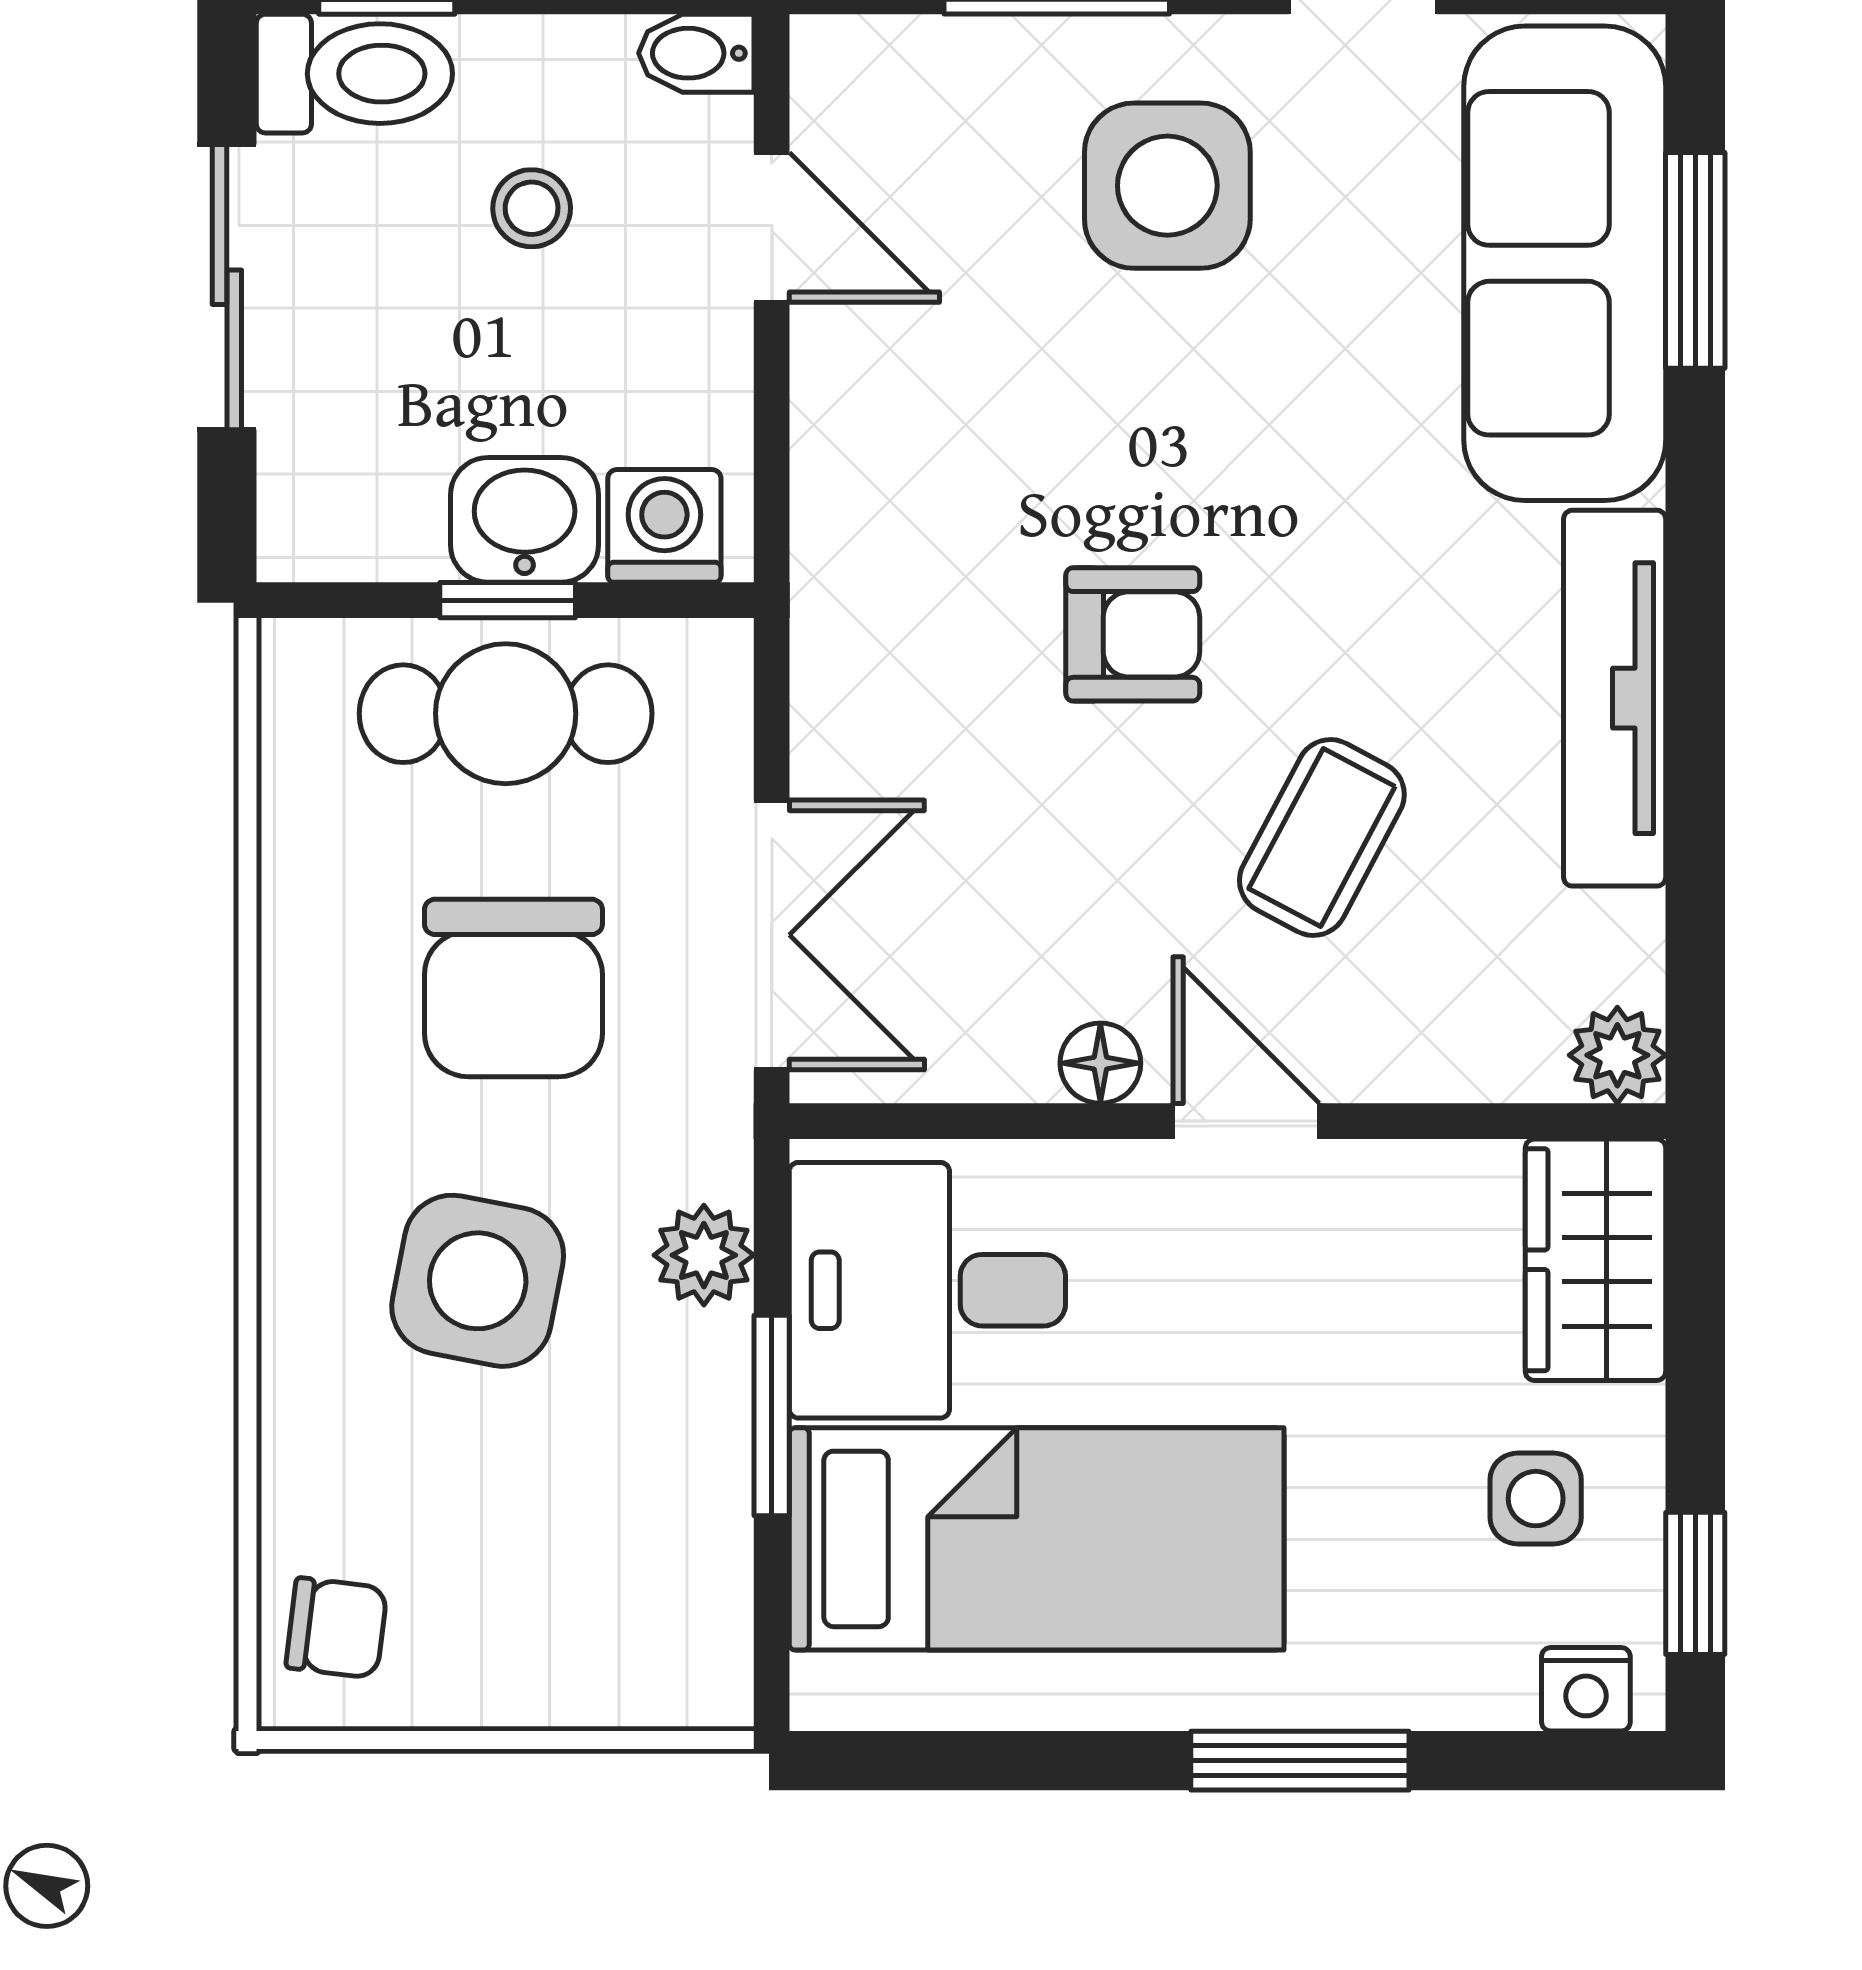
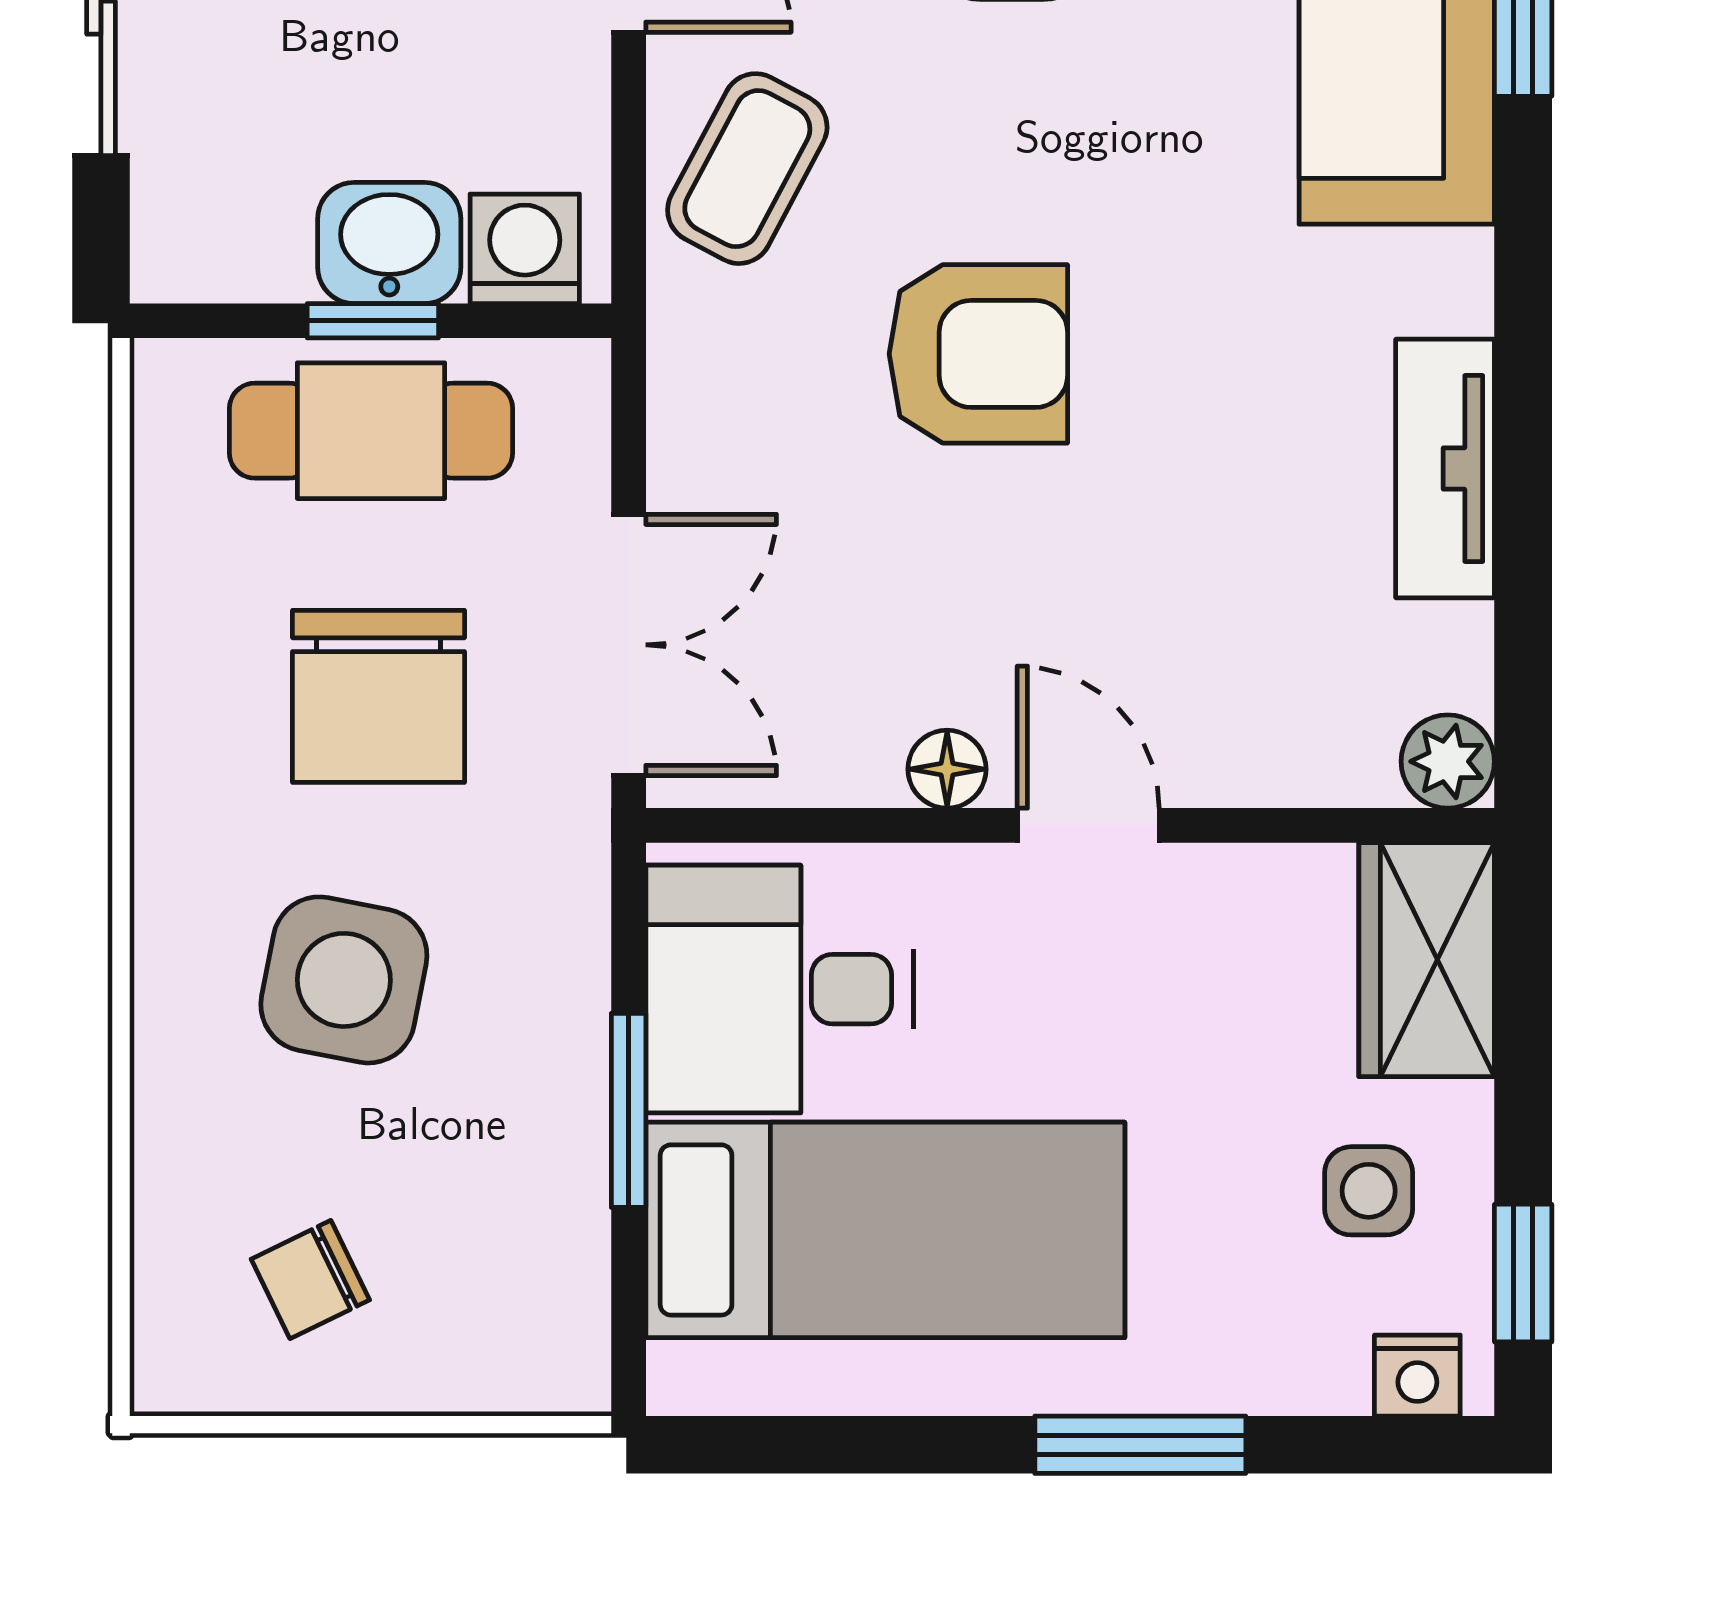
armchair: (1133, 634) -> (978, 354), width x1.38, depth x1.38
tv unit: (1615, 698) -> (1445, 468), width x0.71
coffee table: (1322, 838) -> (747, 169), moved
plant: (704, 1255) -> (563, 955), removed
chair: (336, 1628) -> (310, 1280), moved, turned 147

